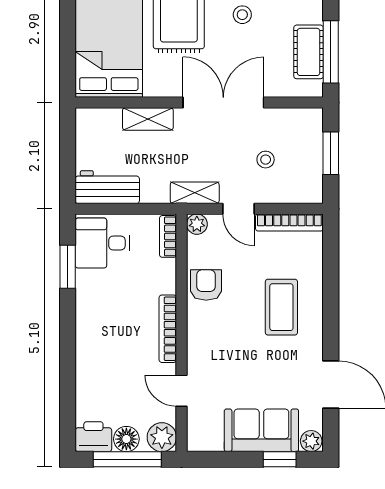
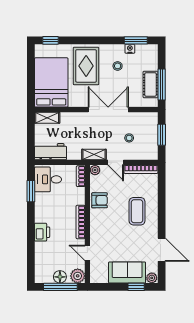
shelving: (148, 119) -> (47, 118), moved
armchair: (206, 285) -> (100, 200), turned 90
printer: (93, 437) -> (42, 232), moved, turned 90

